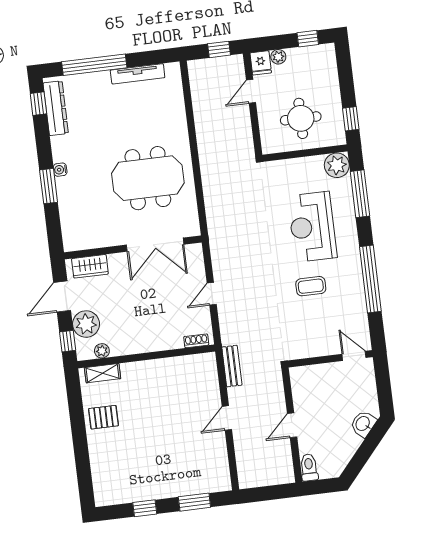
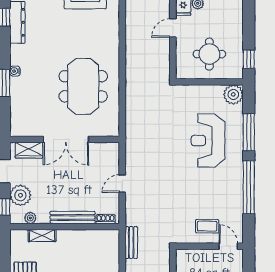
meeting table: (148, 178) -> (83, 86), turned 90
window: (360, 194) -> (249, 132), moved
double door: (155, 245) -> (66, 139), moved
coffee table: (311, 286) -> (207, 226), moved
bench: (155, 344) -> (73, 217), added
shelving: (103, 373) -> (42, 236), moved

